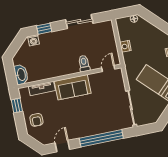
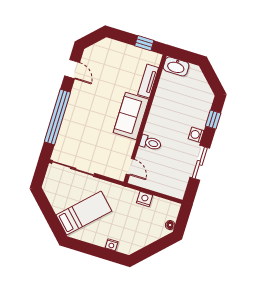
washing machine: (33, 40) -> (196, 135), moved
armchair: (36, 120) -> (117, 56), removed

